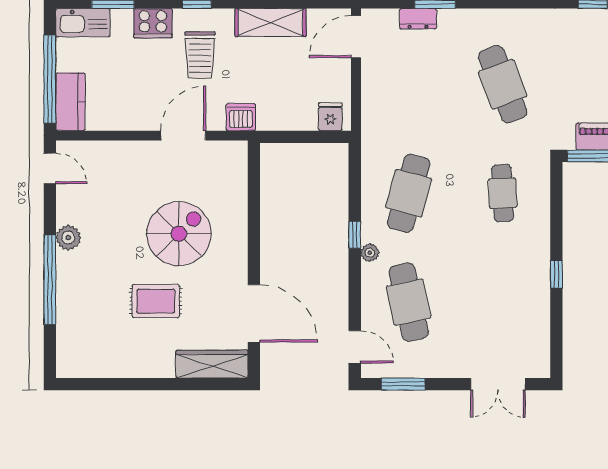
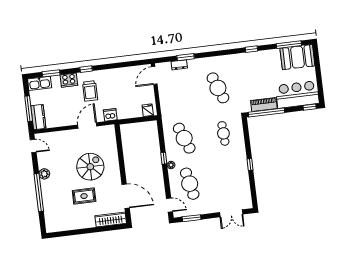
shelving: (270, 22) -> (118, 74), removed
window: (50, 79) -> (29, 109), width x0.68
cafe table: (409, 193) -> (184, 138), turned -36

